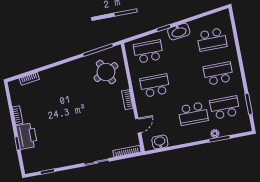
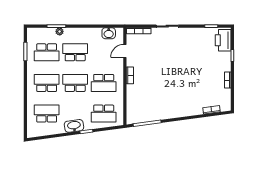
round table: (106, 72) -> (144, 103), removed
school desk: (218, 74) -> (47, 83), turned 180
school desk: (187, 80) -> (75, 83), added
printer: (27, 136) -> (223, 40), moved

